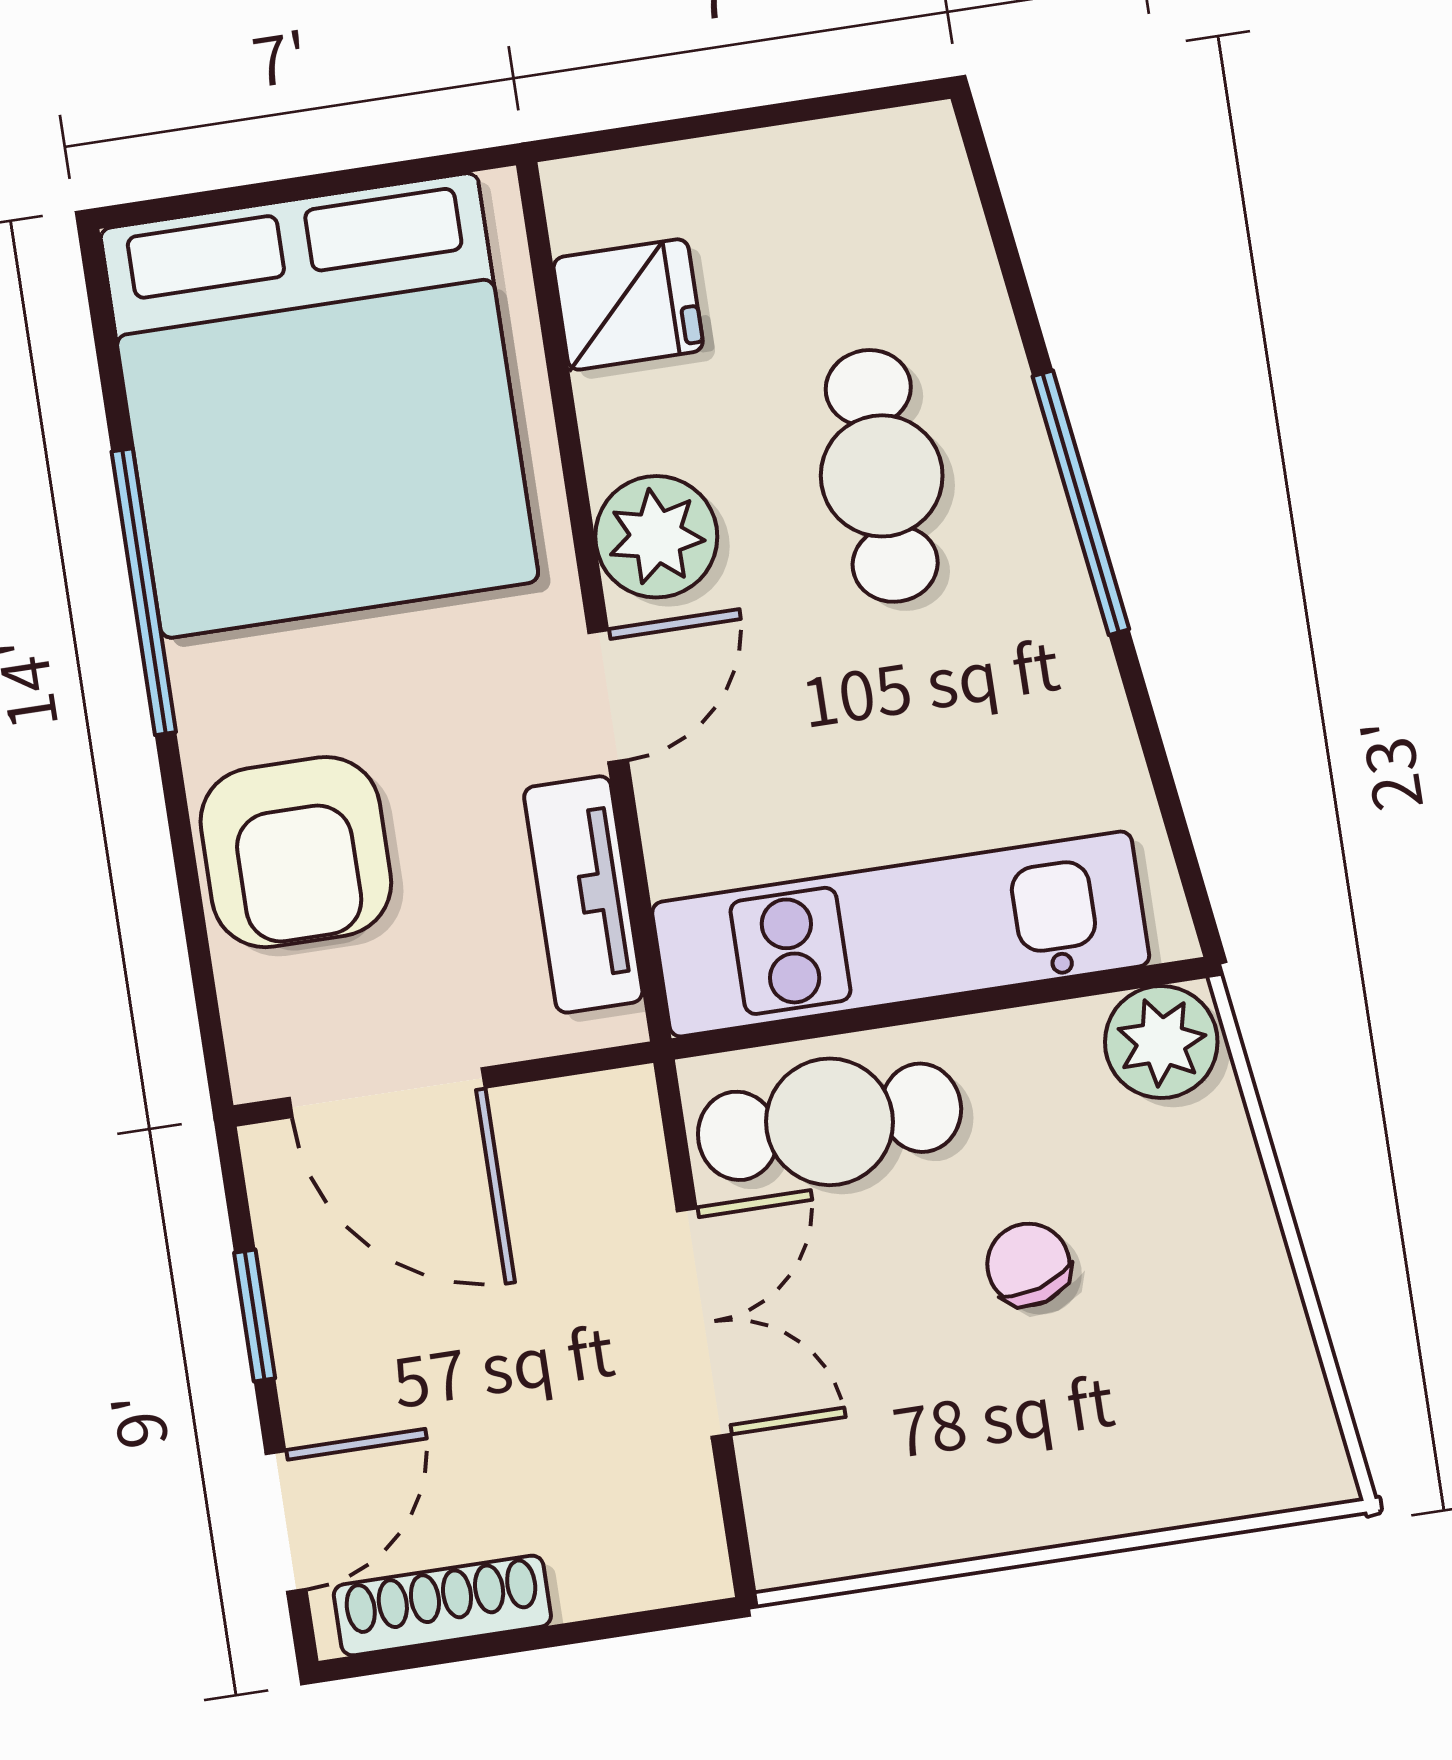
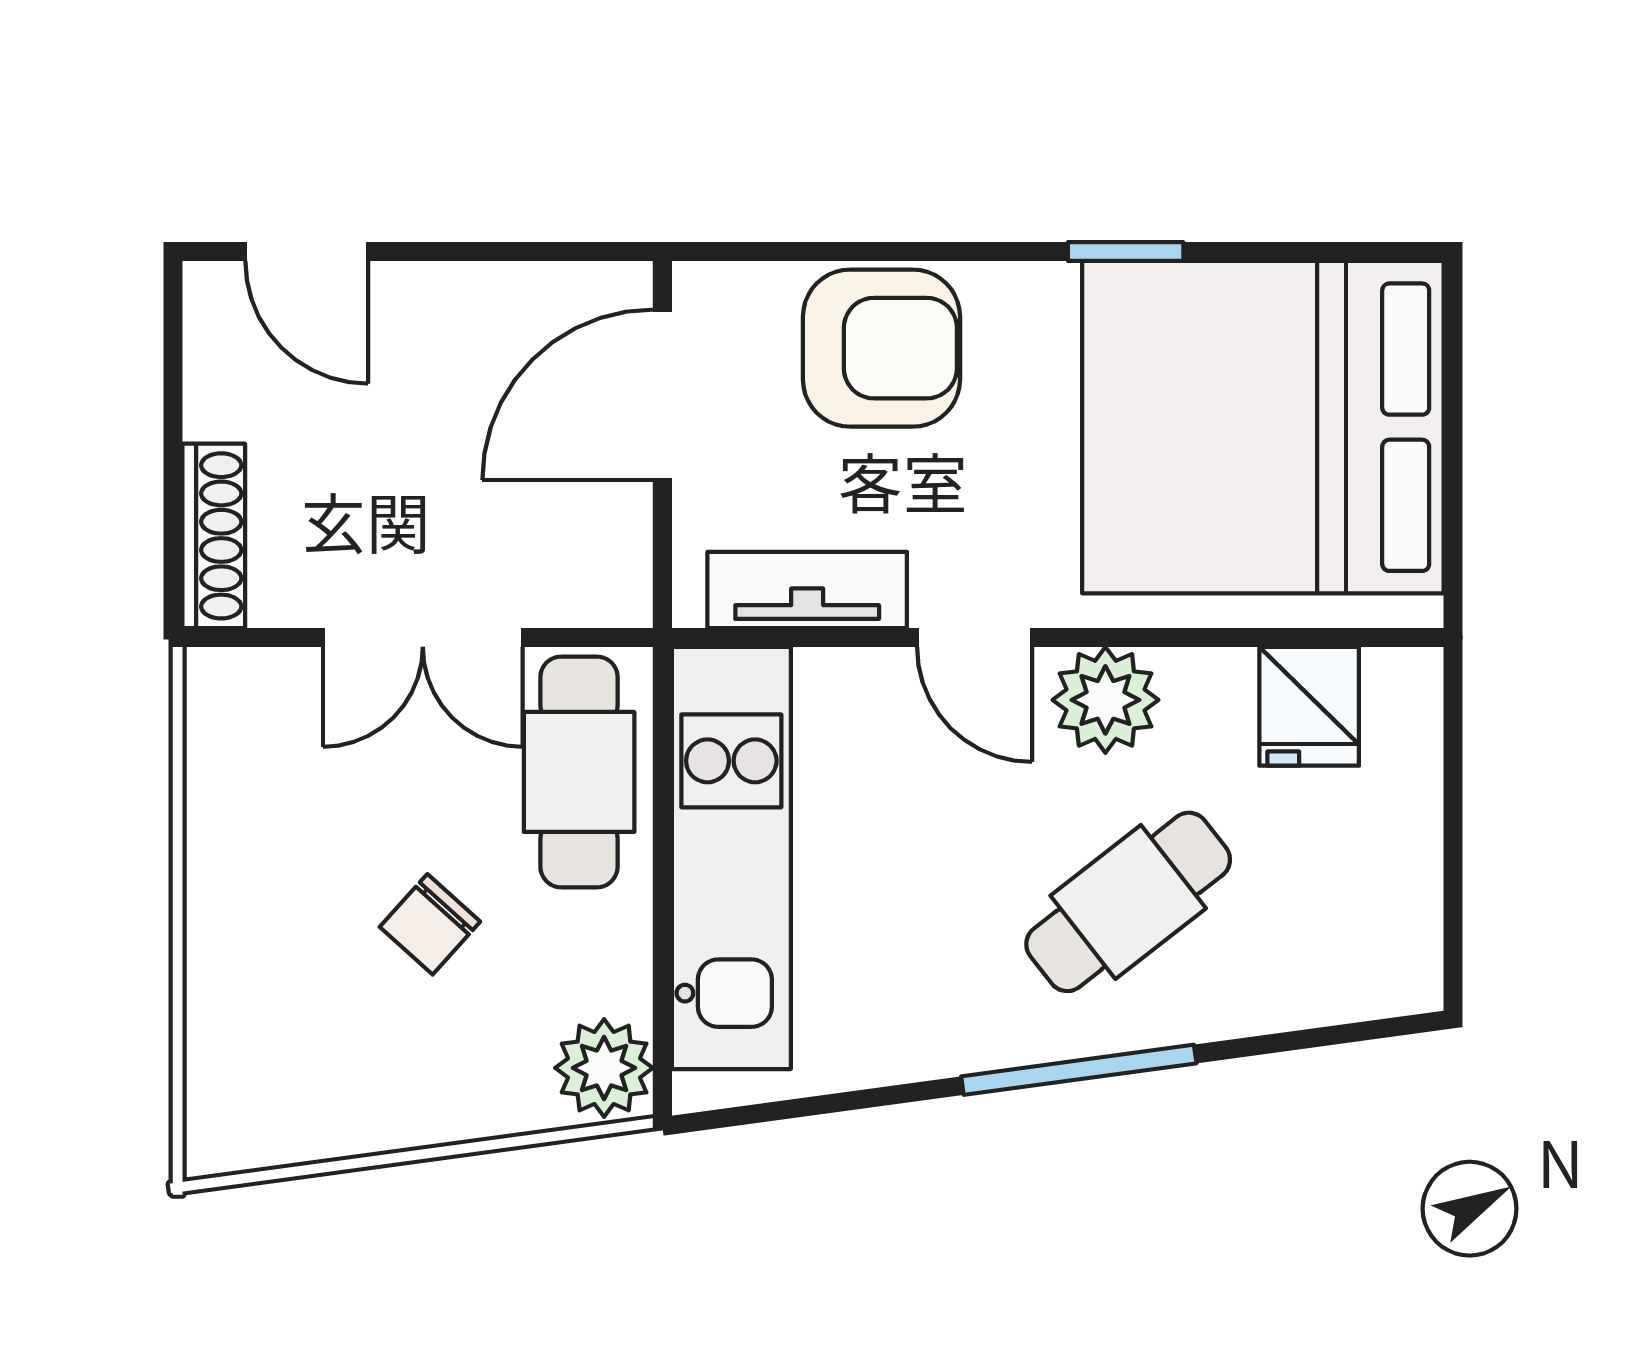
cafe table: (882, 476) -> (1128, 902), turned -38
window: (144, 592) -> (1126, 252), width x0.46
armchair: (296, 852) -> (881, 348), turned 180
chair: (1028, 1265) -> (430, 924), turned 149
window: (255, 1315) -> (488, 252), removed
shoe rack: (442, 1605) -> (214, 536), moved

